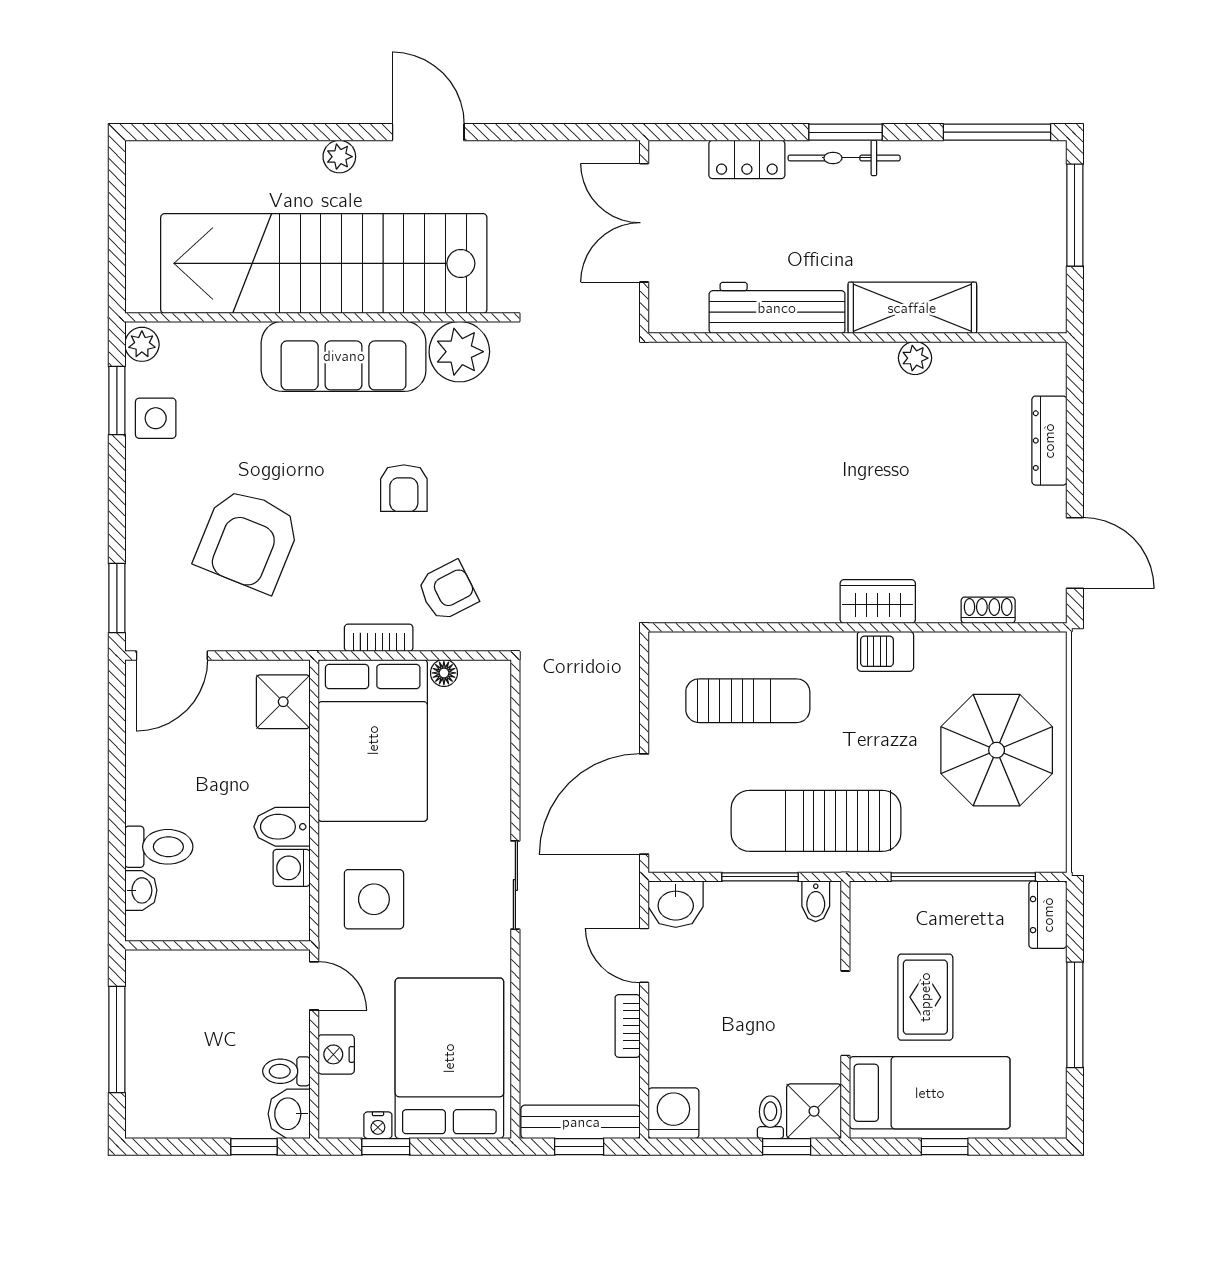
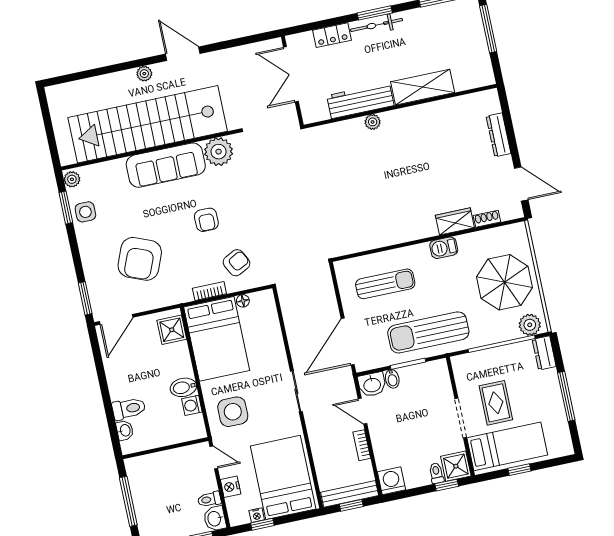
plant: (915, 358) -> (373, 122), moved
wardrobe: (878, 601) -> (455, 221), moved
plant: (1030, 850) -> (530, 325), added
bidet: (816, 901) -> (392, 379), moved

